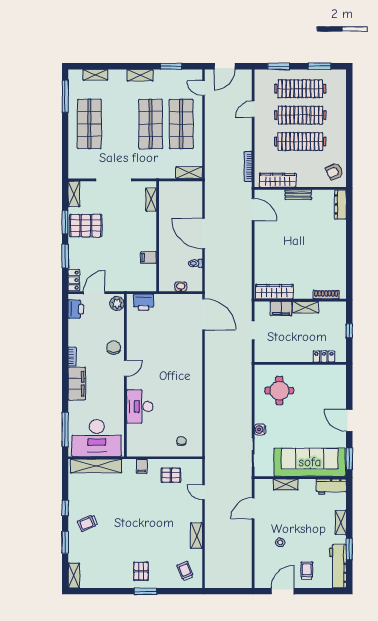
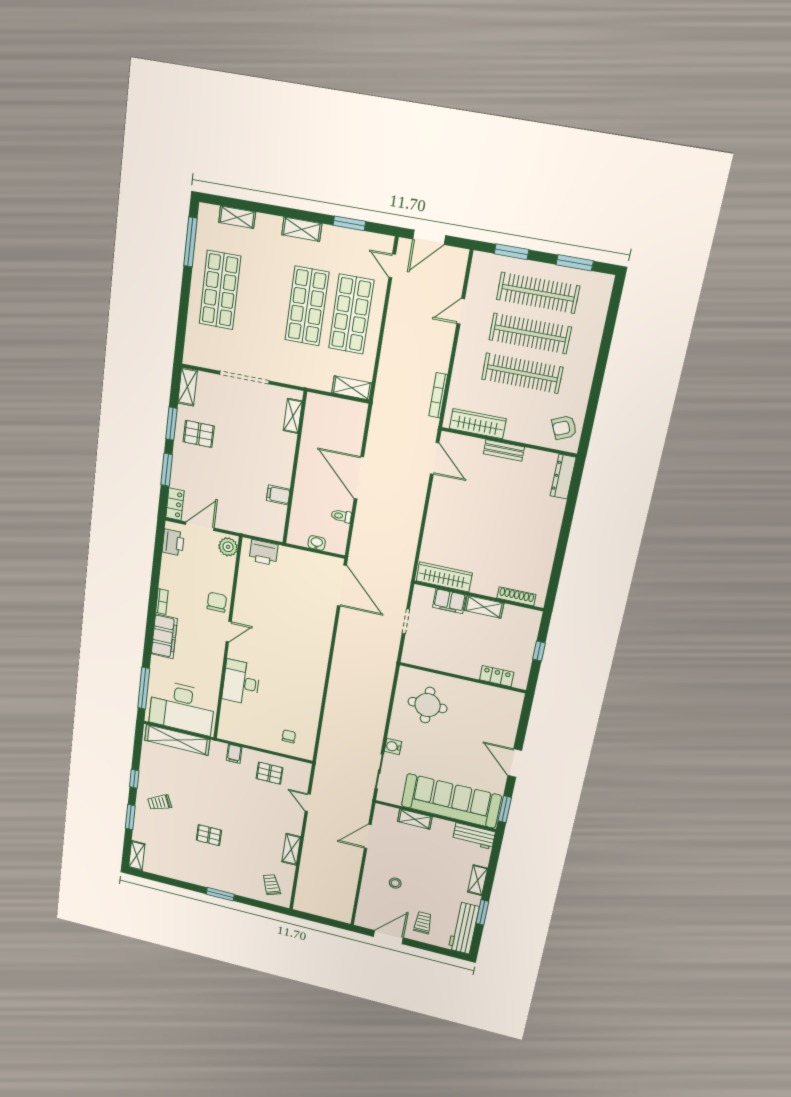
pallet: (86, 226) -> (199, 434), width x0.67, depth x0.71
pallet: (141, 571) -> (209, 835), moved, turned 90

